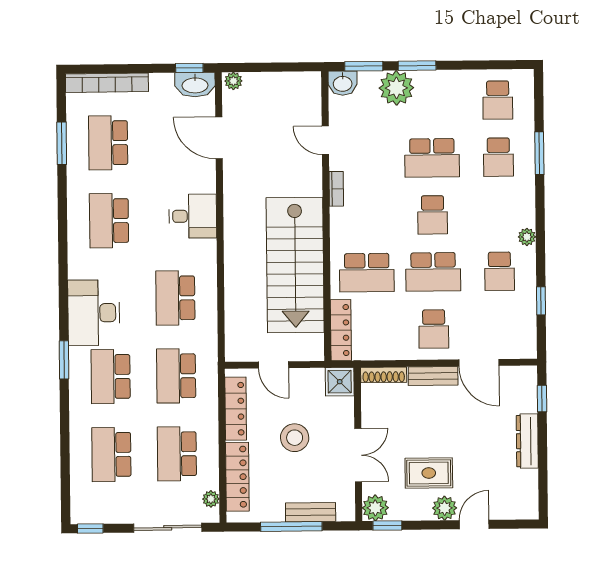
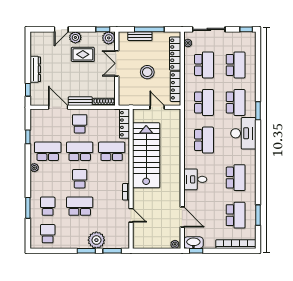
washbasin: (343, 83) -> (122, 243), removed
school desk: (500, 271) -> (48, 151), width x1.85
shower: (340, 382) -> (125, 99), removed

